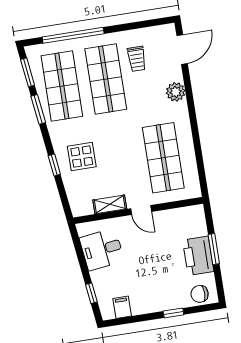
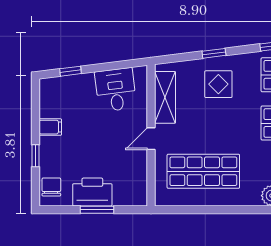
shelving: (110, 204) -> (165, 97), width x1.50, depth x1.33
filing cabinet: (122, 307) -> (50, 127), moved

